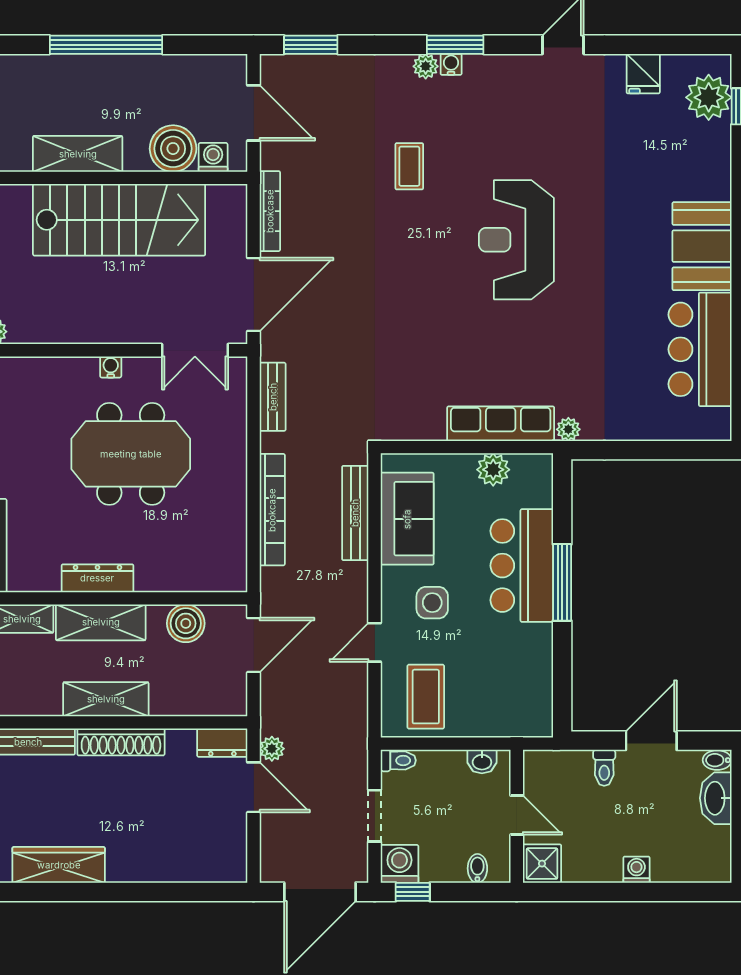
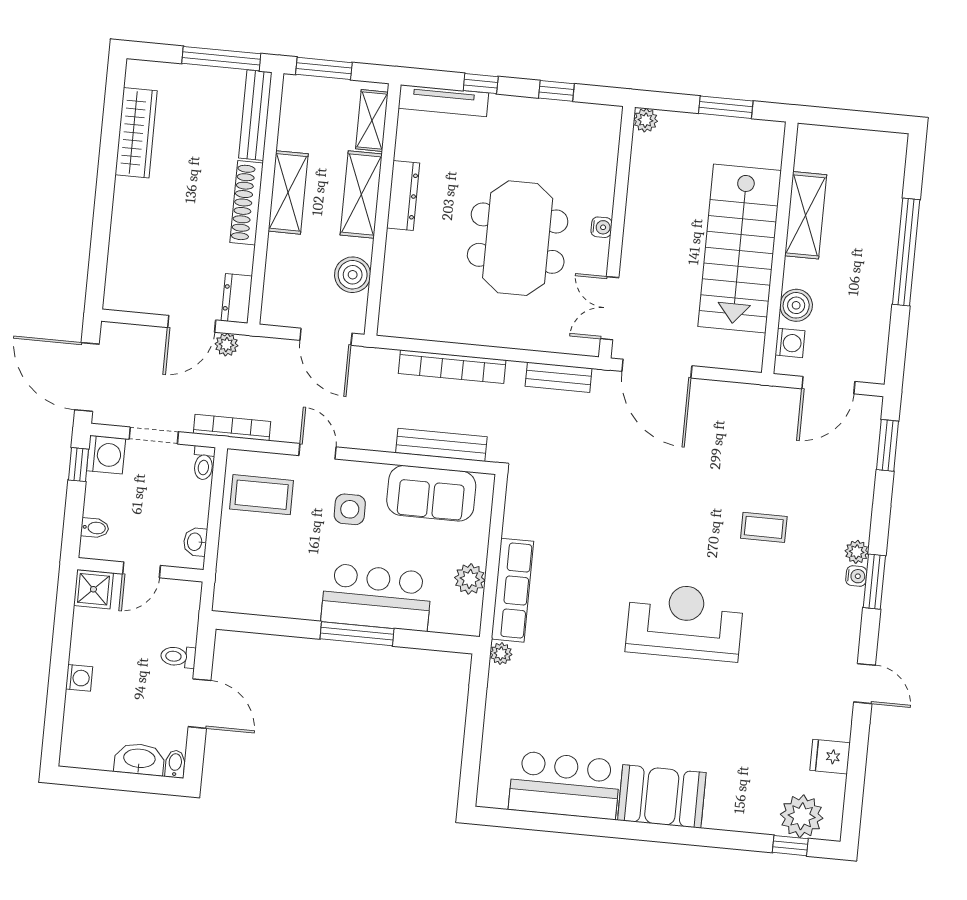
boiler: (173, 149) -> (796, 305), width x0.73, depth x0.73
bookcase: (270, 211) -> (232, 427), moved, turned 180

